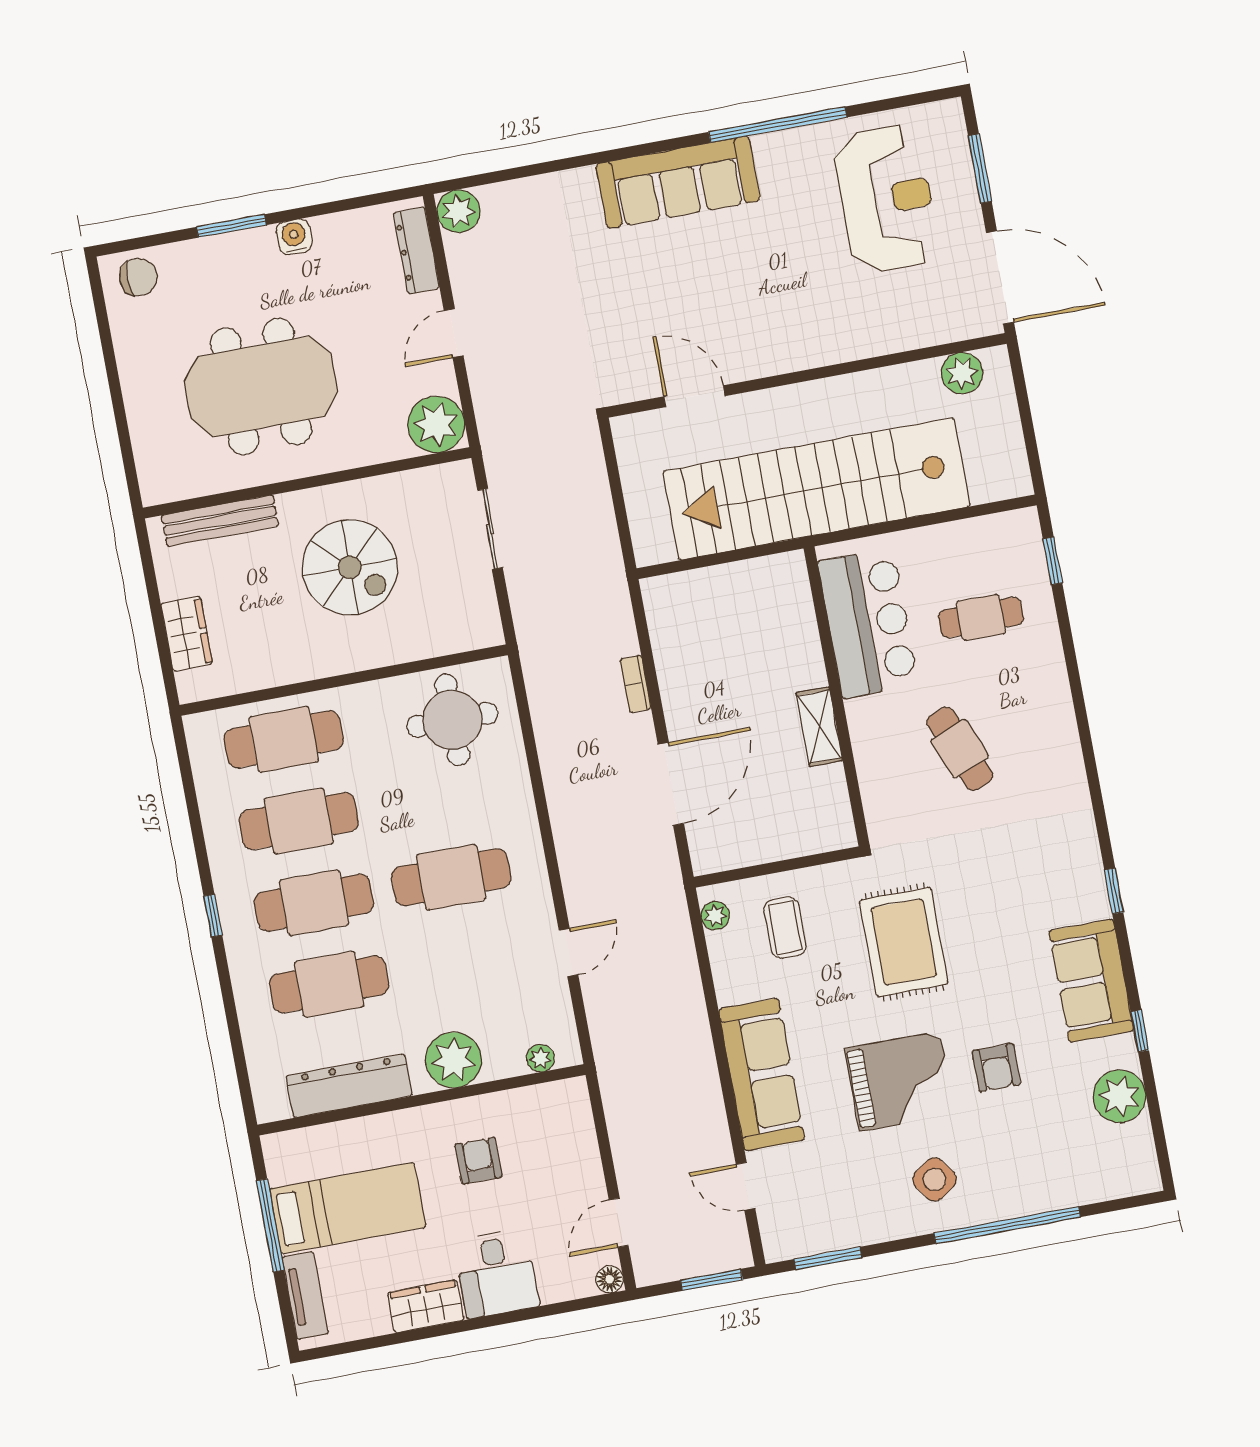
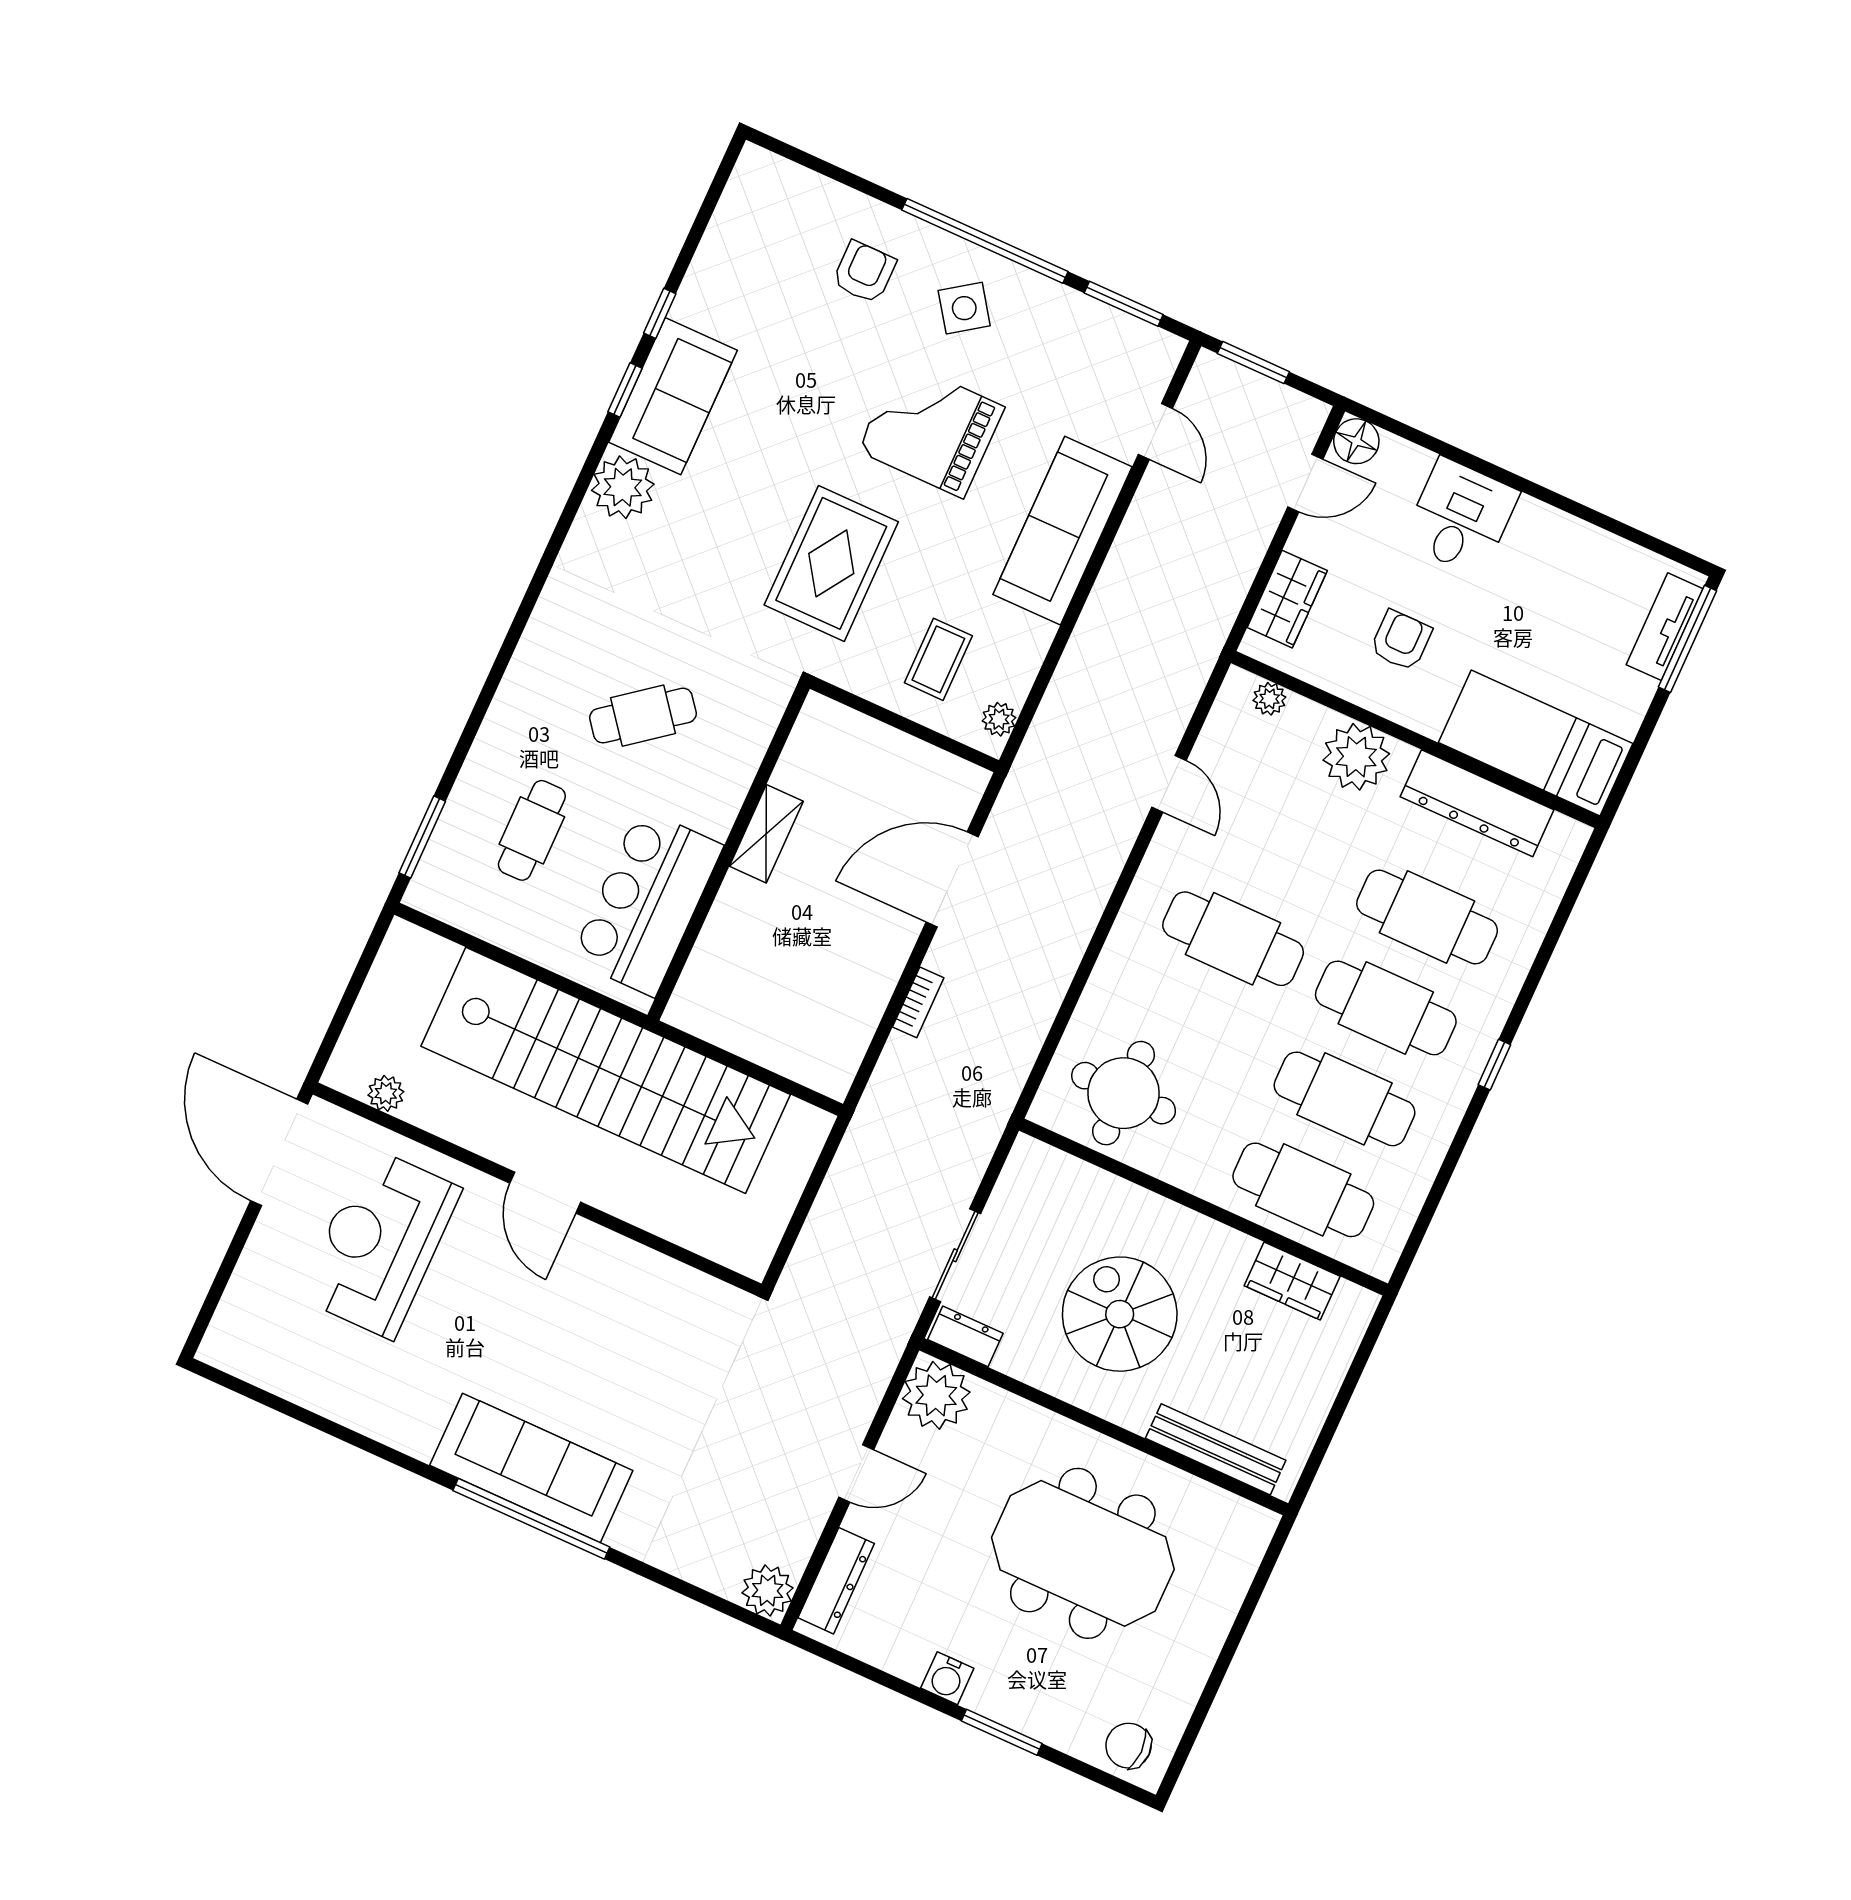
window: (778, 125) -> (531, 1519), moved
window: (980, 169) -> (224, 1274), removed
reception desk: (886, 199) -> (380, 1243), moved
plant: (962, 373) -> (386, 1093), width x0.73, depth x0.73
door: (694, 396) -> (545, 1193), moved
dresser: (444, 479) -> (965, 1336), added
window: (1053, 561) -> (422, 837), width x1.50
cafe table: (981, 617) -> (532, 830), turned 90
wardrobe: (187, 634) -> (1292, 1281), moved, turned -90
cafe table: (960, 749) -> (643, 716), turned 74
window: (1114, 891) -> (625, 390), moved
door: (569, 952) -> (1169, 784), swing flipped
armchair: (996, 1068) -> (864, 272), moved
plant: (1119, 1096) -> (623, 487), moved
armchair: (478, 1161) -> (1401, 640), turned 180
bed: (348, 1208) -> (1536, 743), moved
window: (270, 1225) -> (1688, 639), moved
window: (1007, 1225) -> (985, 241), moved
floor lamp: (610, 1279) -> (1356, 441), width x1.37, depth x1.37
wardrobe: (426, 1306) -> (1287, 599), moved, turned -90

